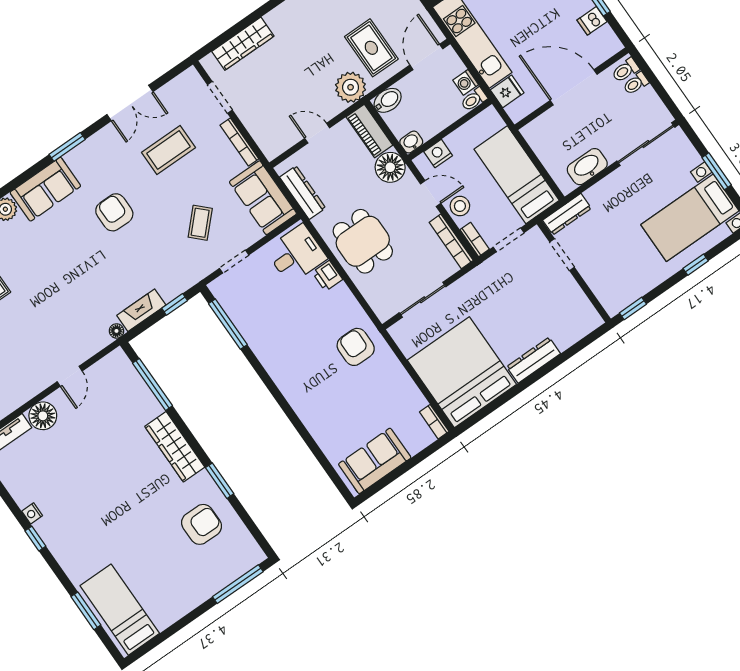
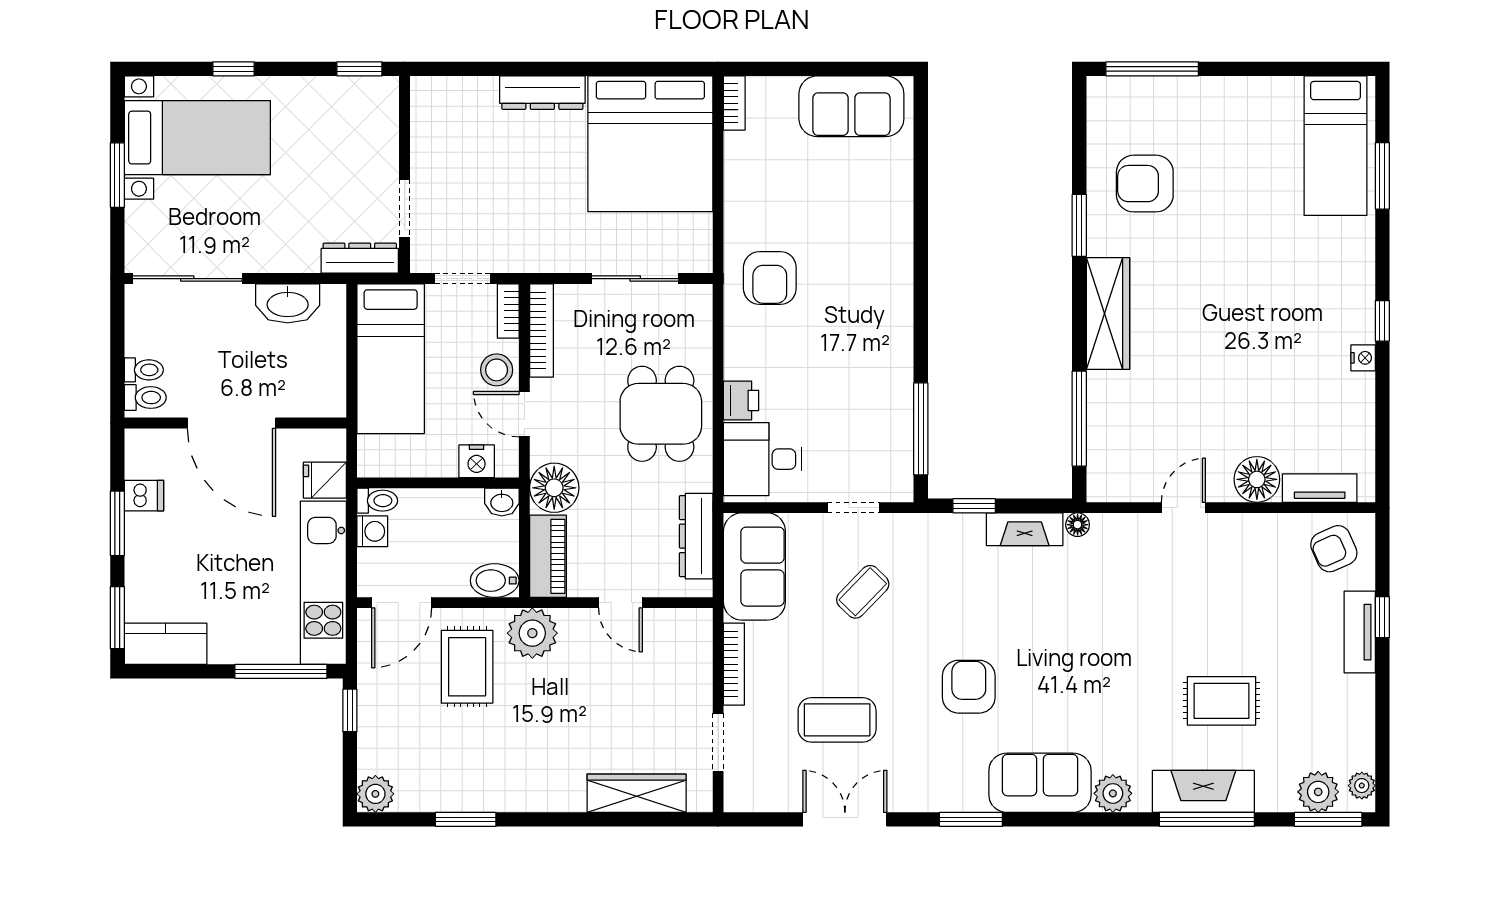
armchair: (114, 212) -> (969, 687), turned 180

